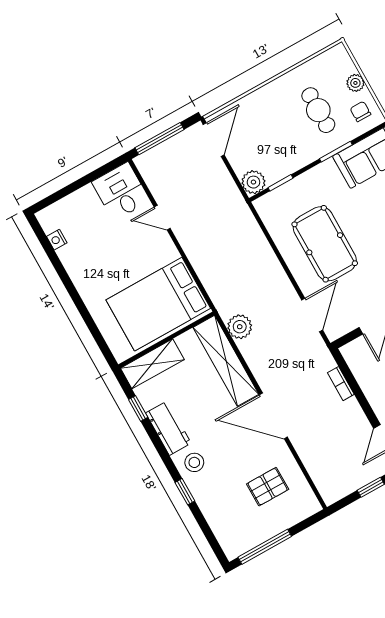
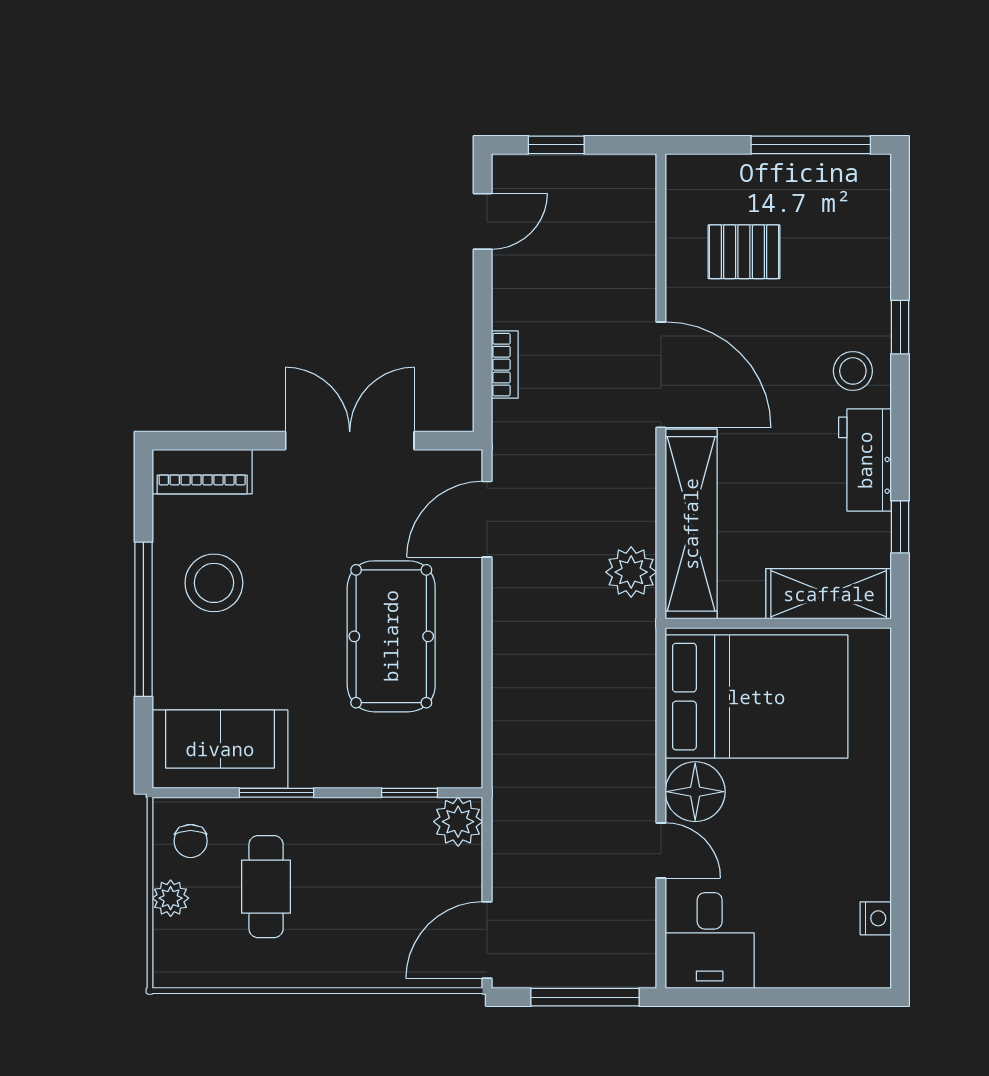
floor lamp: (162, 250) -> (695, 792), added

